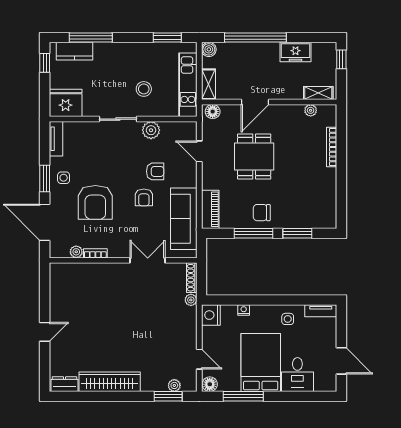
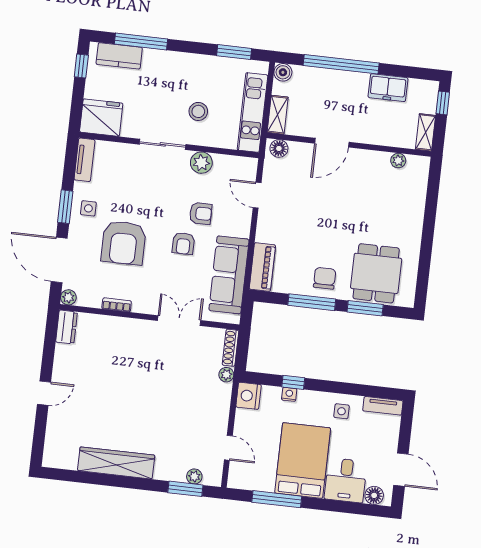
shelving: (318, 93) -> (426, 132), moved, turned 90
bookcase: (332, 147) -> (419, 208), removed
dining table: (254, 156) -> (376, 273), moved
chair: (262, 213) -> (325, 278), turned 90
plant: (76, 252) -> (68, 297), moved
window: (246, 300) -> (293, 382), added
dresser: (64, 384) -> (67, 327), moved, turned 90
floor lamp: (210, 384) -> (374, 495), moved

